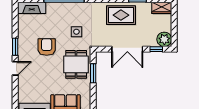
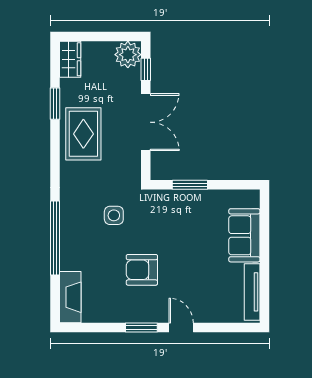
dining table: (76, 64) -> (174, 216), removed

